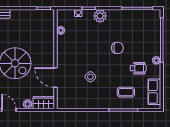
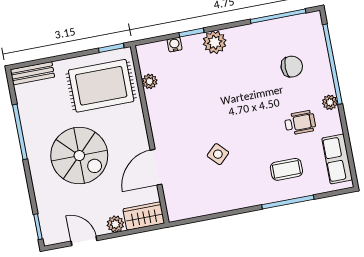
rug: (34, 28) -> (101, 86), added
chair: (117, 48) -> (292, 67), moved
door: (56, 77) -> (156, 167), hinge flipped

